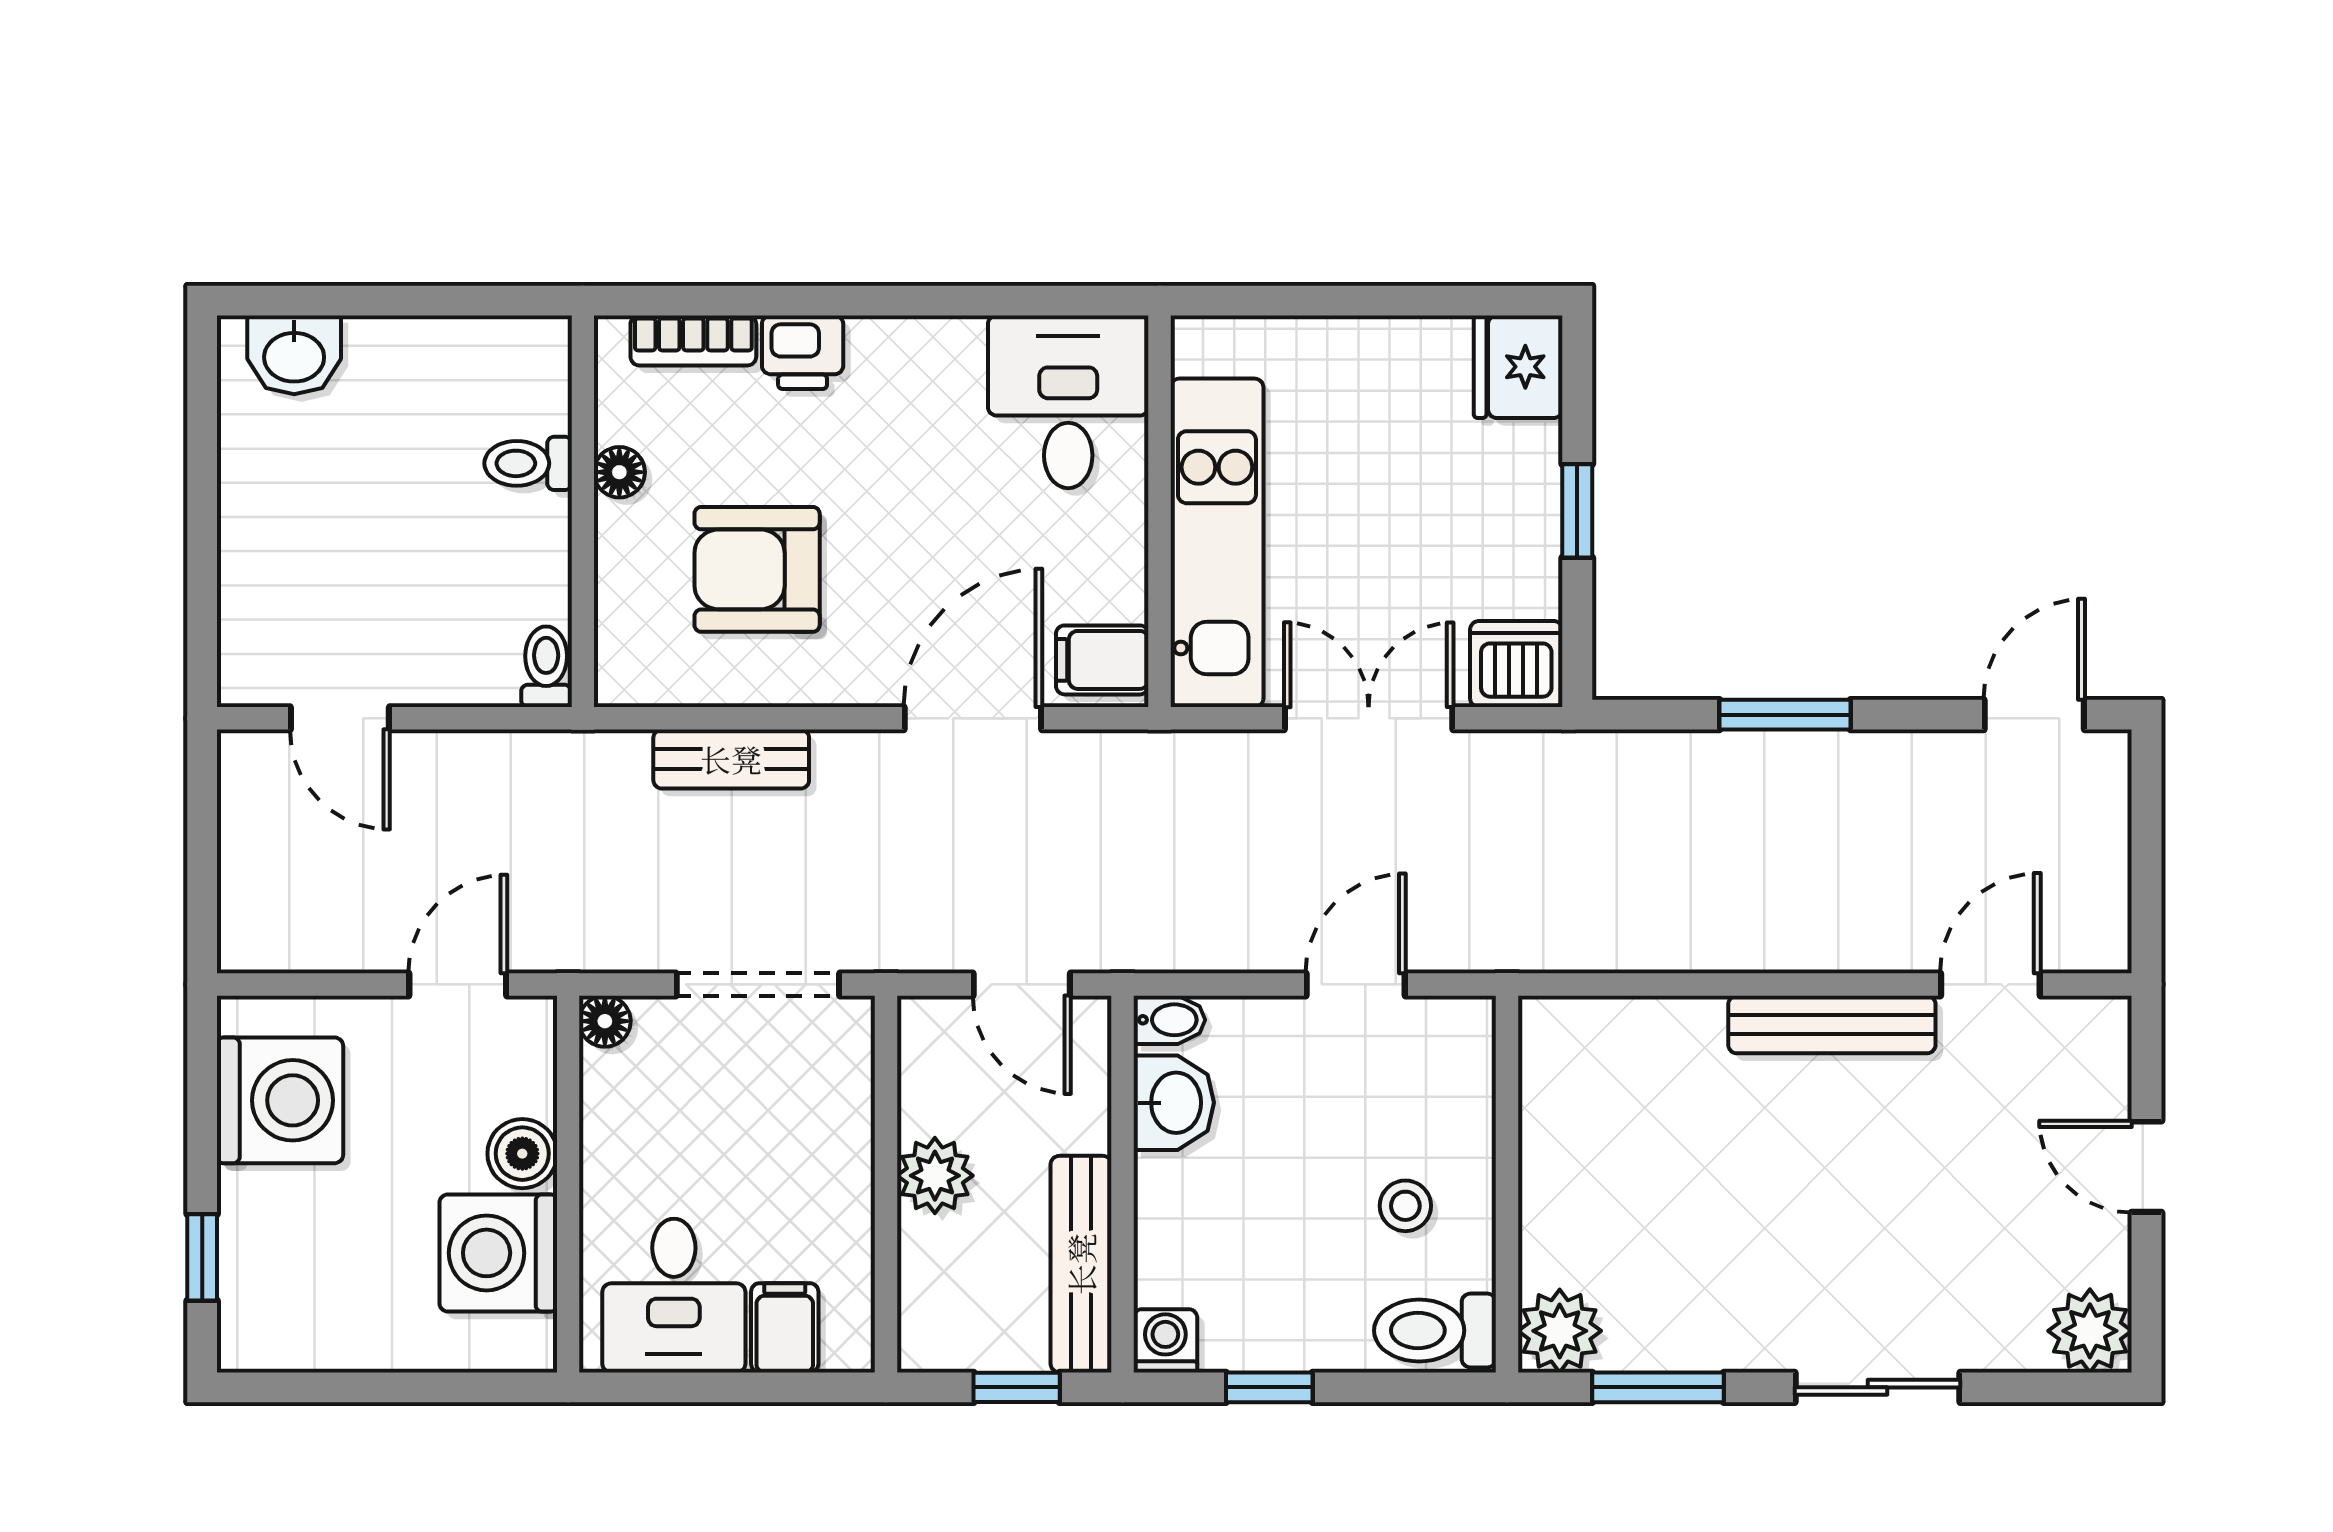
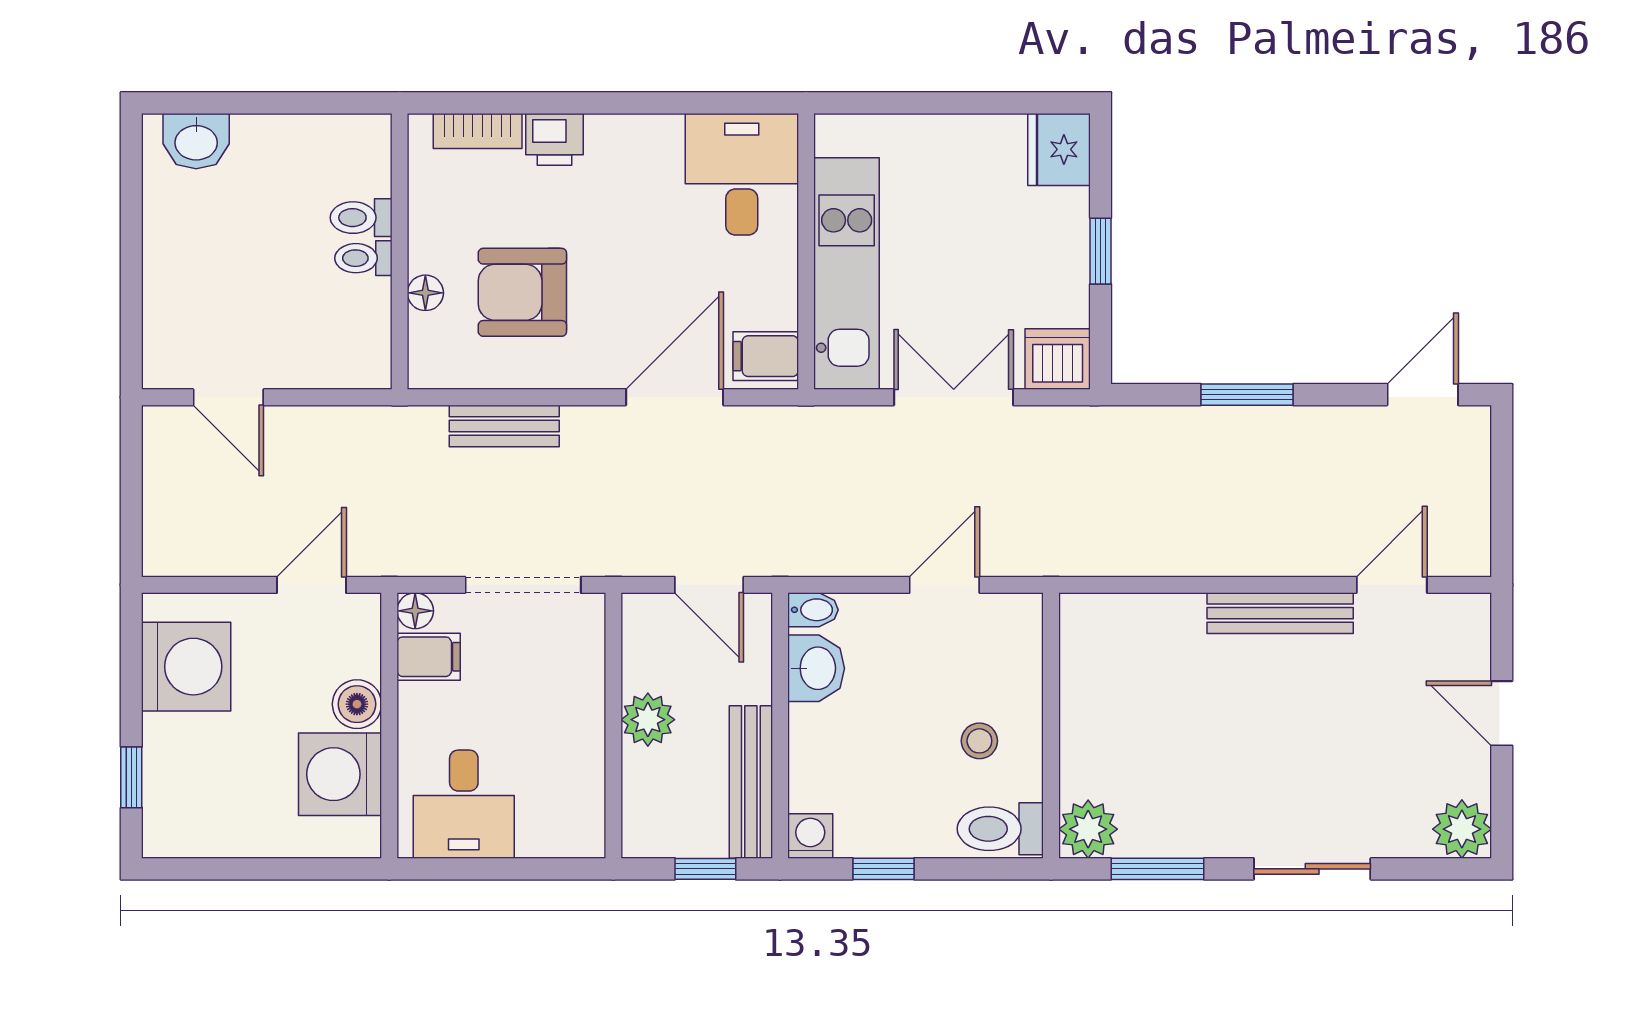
floor lamp: (619, 472) -> (425, 293), moved
toilet: (546, 667) -> (363, 258), moved, turned -90
filing cabinet: (785, 1328) -> (429, 657), moved, turned 90

